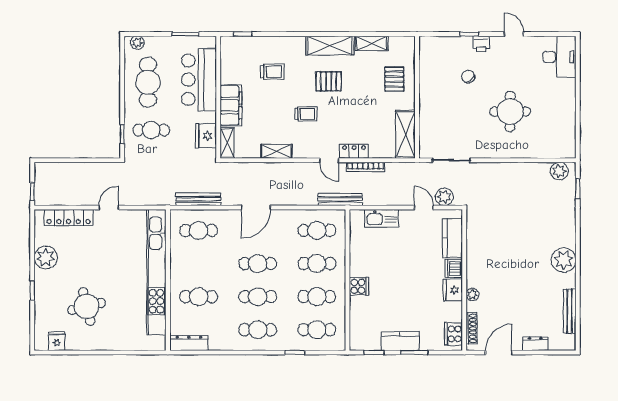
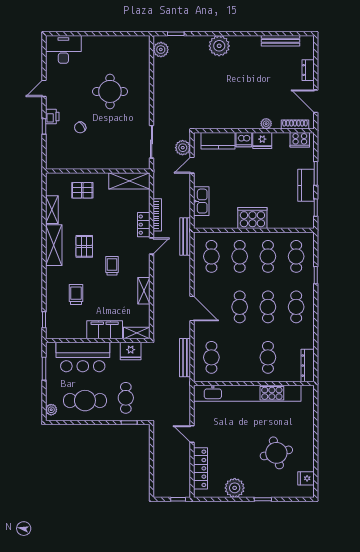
plant: (564, 260) -> (219, 46), moved
cooker: (359, 286) -> (252, 218), width x1.87, depth x1.31

